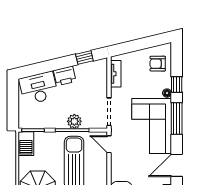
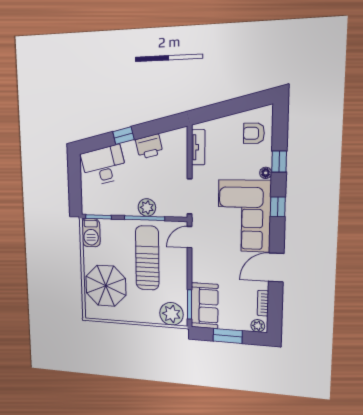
window: (84, 58) -> (123, 136), moved
printer: (65, 76) -> (149, 147), moved
window: (177, 118) -> (278, 207), width x0.46
door: (109, 144) -> (190, 237), hinge flipped

